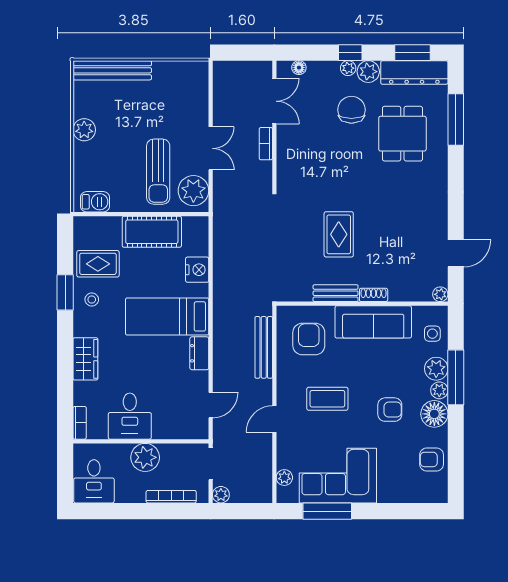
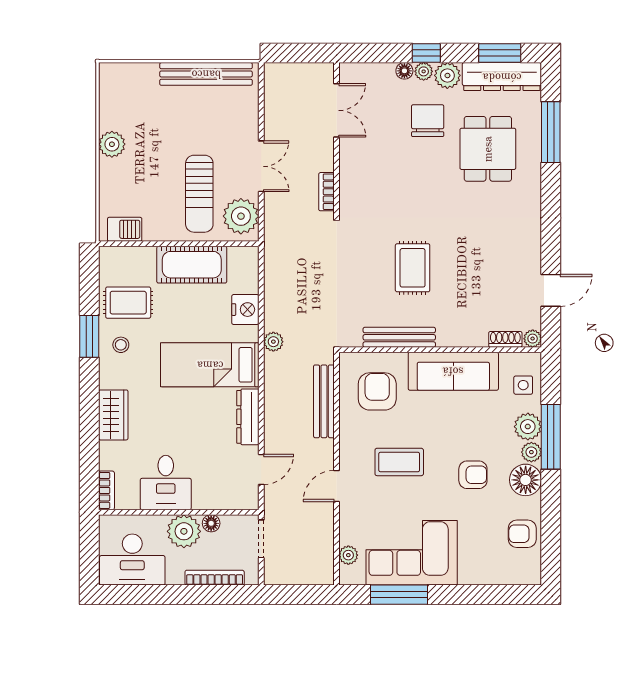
floor lamp: (299, 68) -> (404, 71), moved
bench: (112, 70) -> (206, 74), moved
bookcase: (266, 144) -> (326, 192), moved
bench: (336, 293) -> (399, 337), width x1.36
shoe rack: (374, 295) -> (505, 339), moved
dresser: (199, 353) -> (248, 417), width x1.44
floor lamp: (168, 451) -> (211, 523), added
desk: (94, 481) -> (132, 560), width x1.37
plant: (221, 495) -> (273, 342), moved

